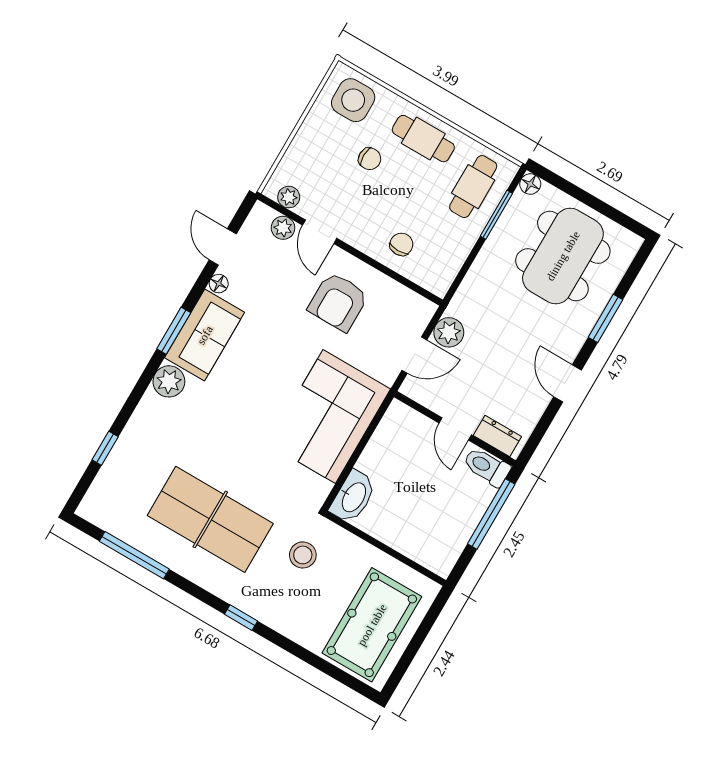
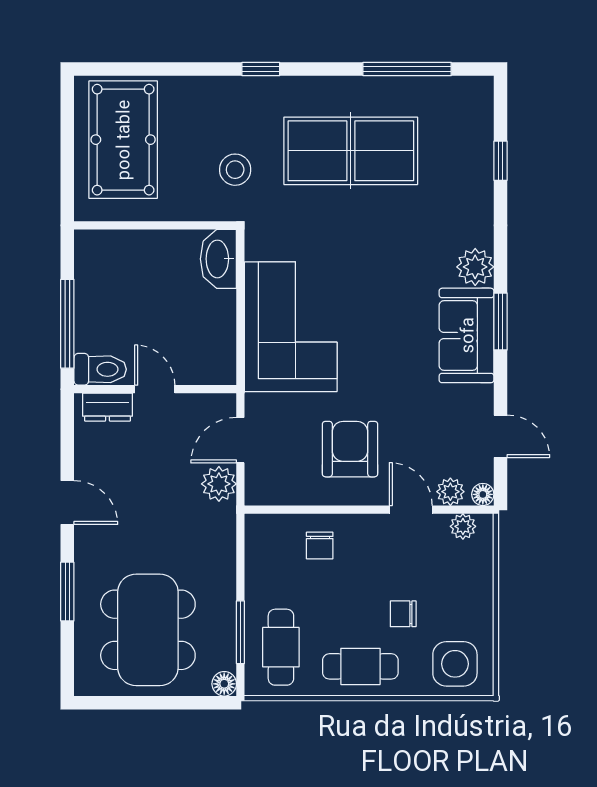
floor lamp: (219, 284) -> (483, 494), moved

